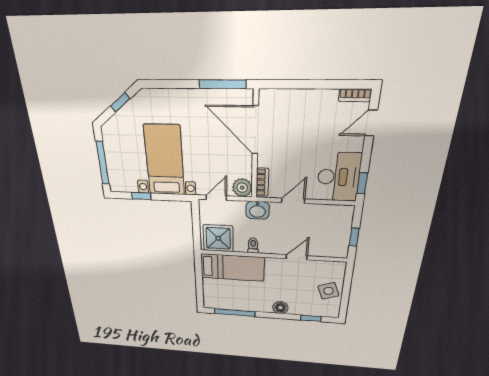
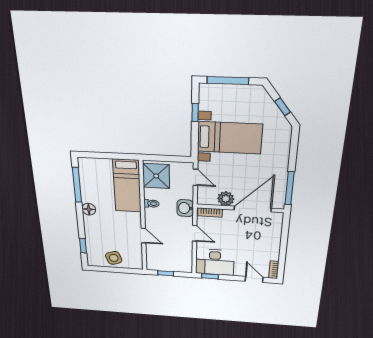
plant: (242, 188) -> (226, 199), moved
floor lamp: (280, 308) -> (89, 209), moved

